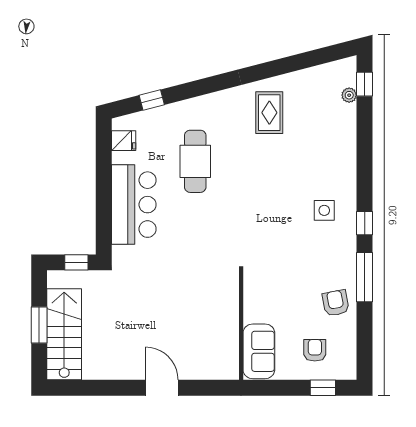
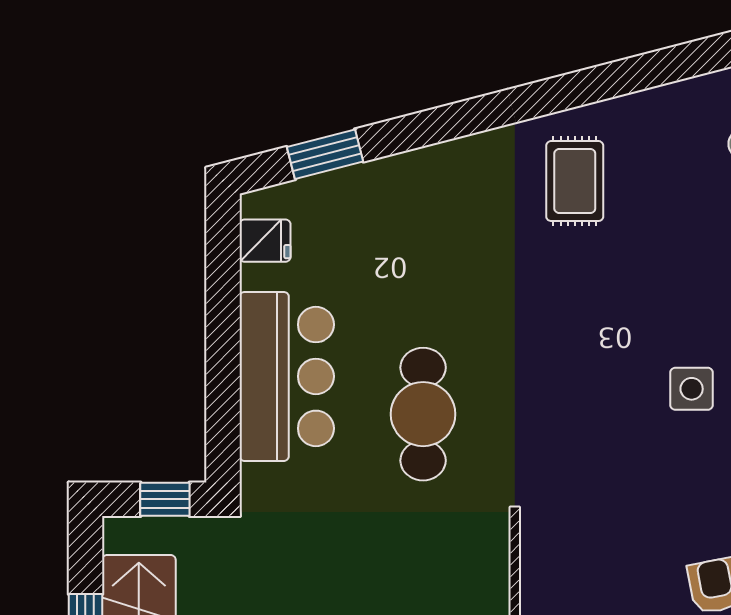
window: (152, 100) -> (325, 154), width x1.50
cafe table: (195, 161) -> (423, 414), moved

